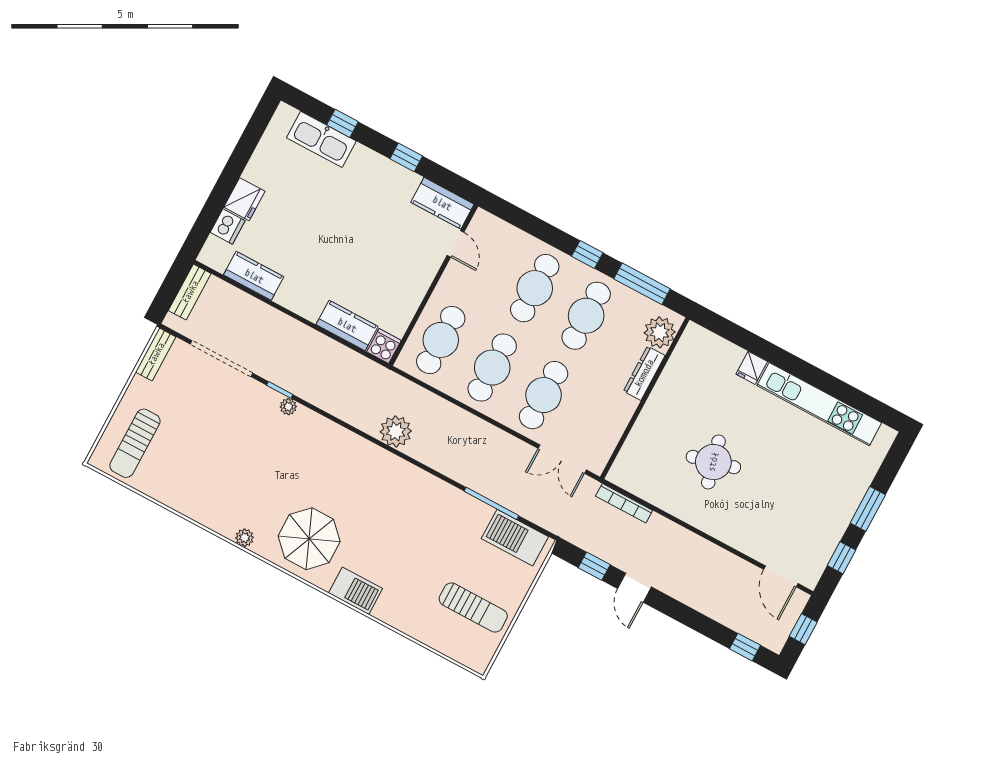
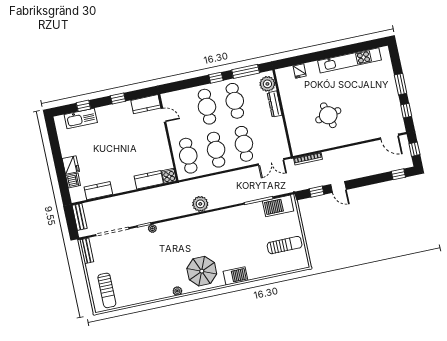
fridge: (752, 368) -> (300, 71), moved

